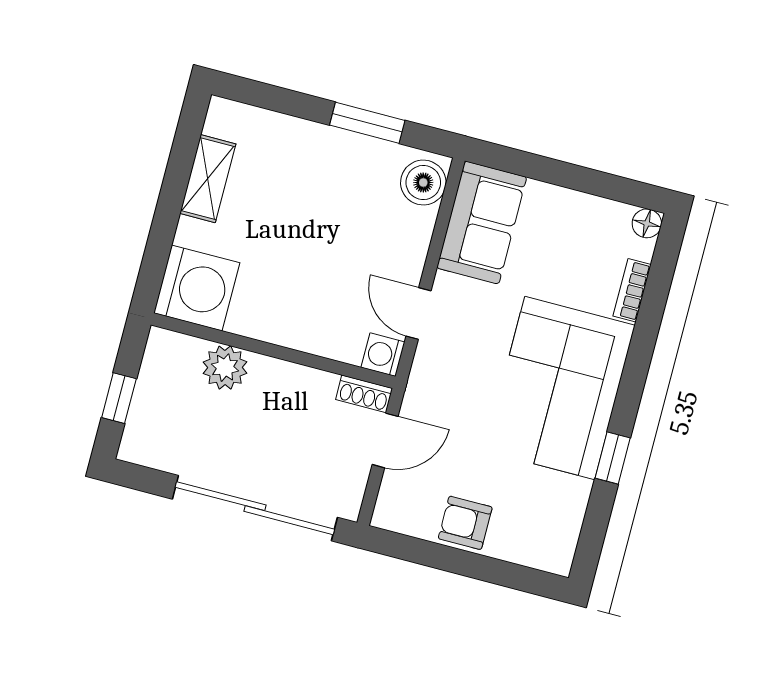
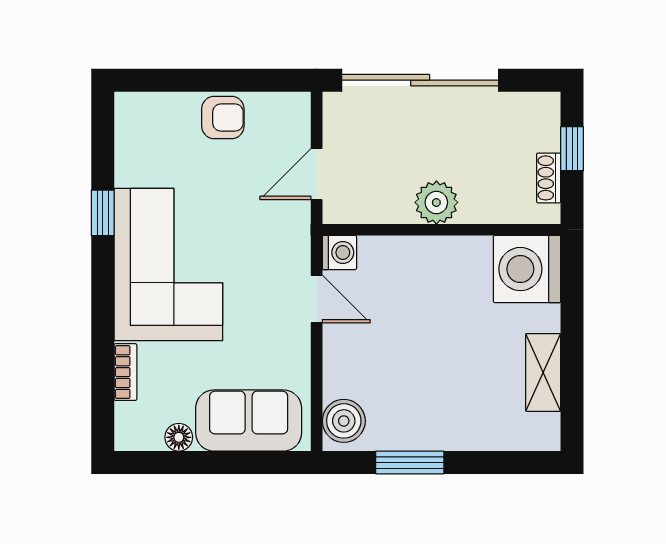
sofa: (482, 223) -> (249, 421), moved, turned 90
floor lamp: (647, 223) -> (179, 437), moved
plant: (225, 368) -> (436, 202), moved
shoe rack: (364, 394) -> (549, 178), moved, turned -90

